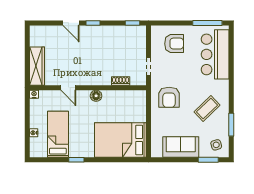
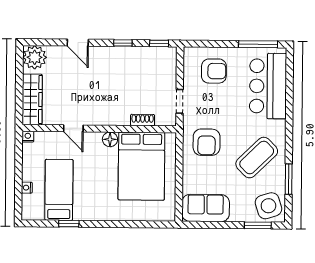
window: (93, 23) -> (123, 43), moved
plant: (39, 34) -> (35, 57), added
coffee table: (207, 109) -> (257, 158), width x1.36, depth x1.32
bed: (120, 140) -> (141, 166), moved, turned -90
side table: (216, 145) -> (268, 206), width x1.87, depth x1.87
sofa: (181, 147) -> (206, 208), moved
window: (76, 160) -> (69, 224), moved

